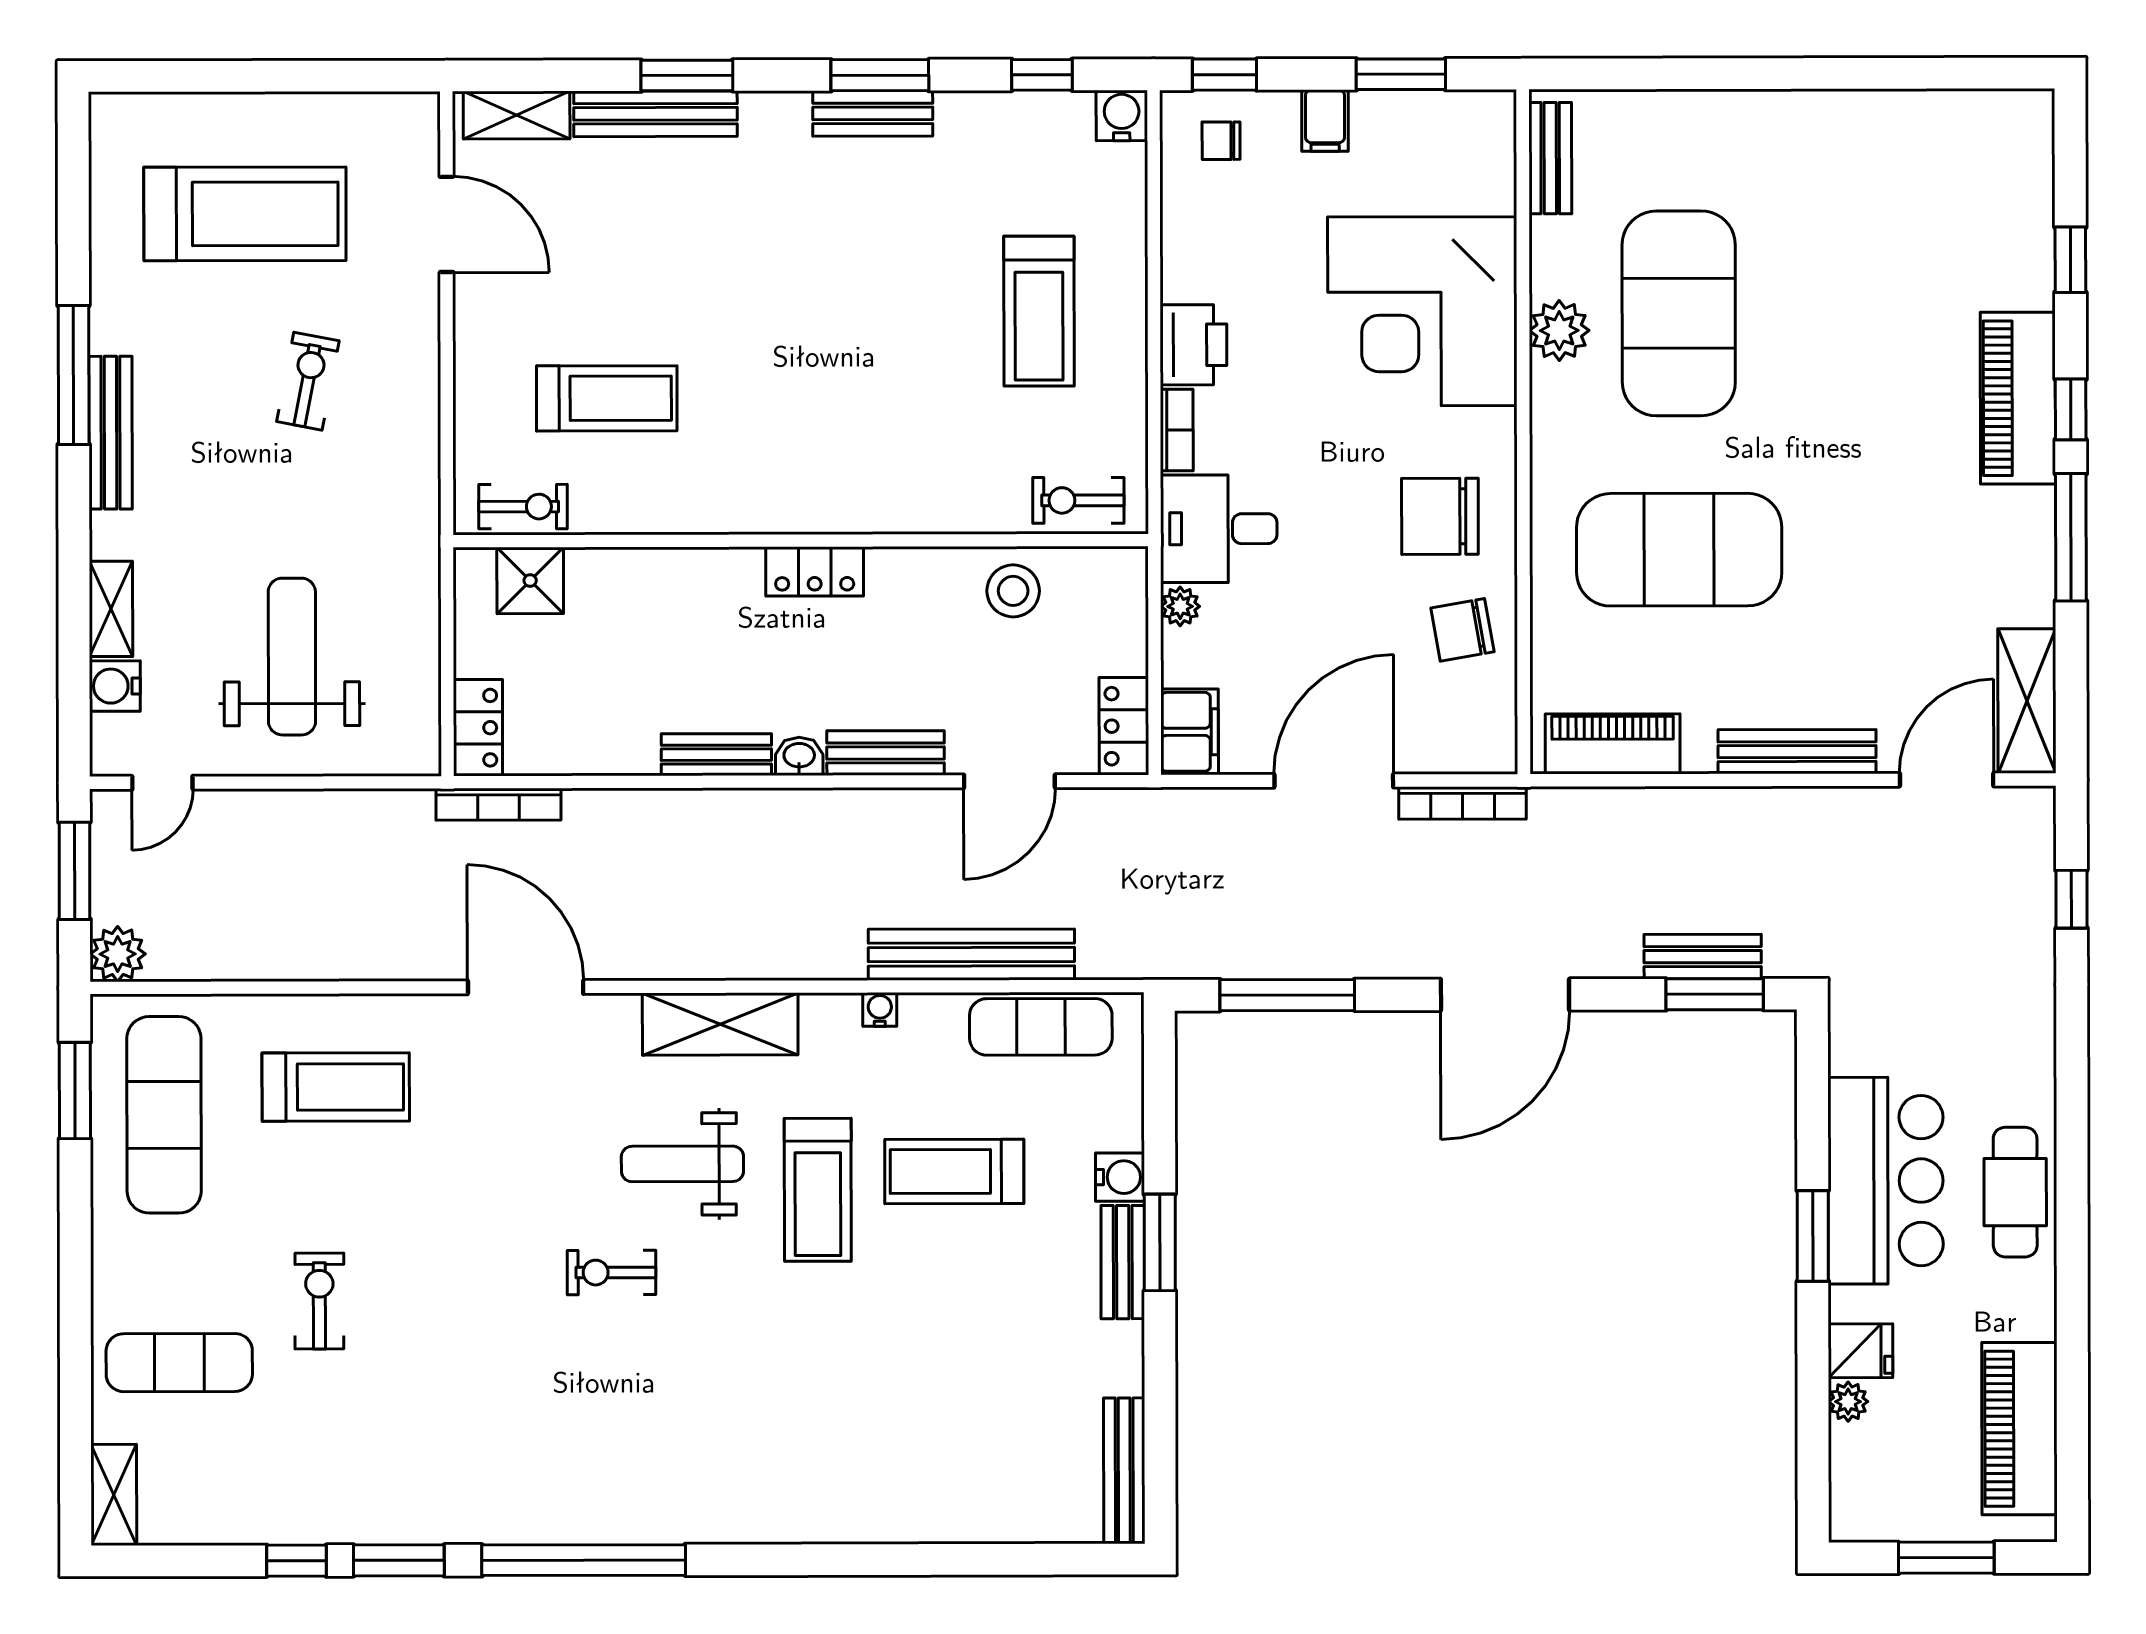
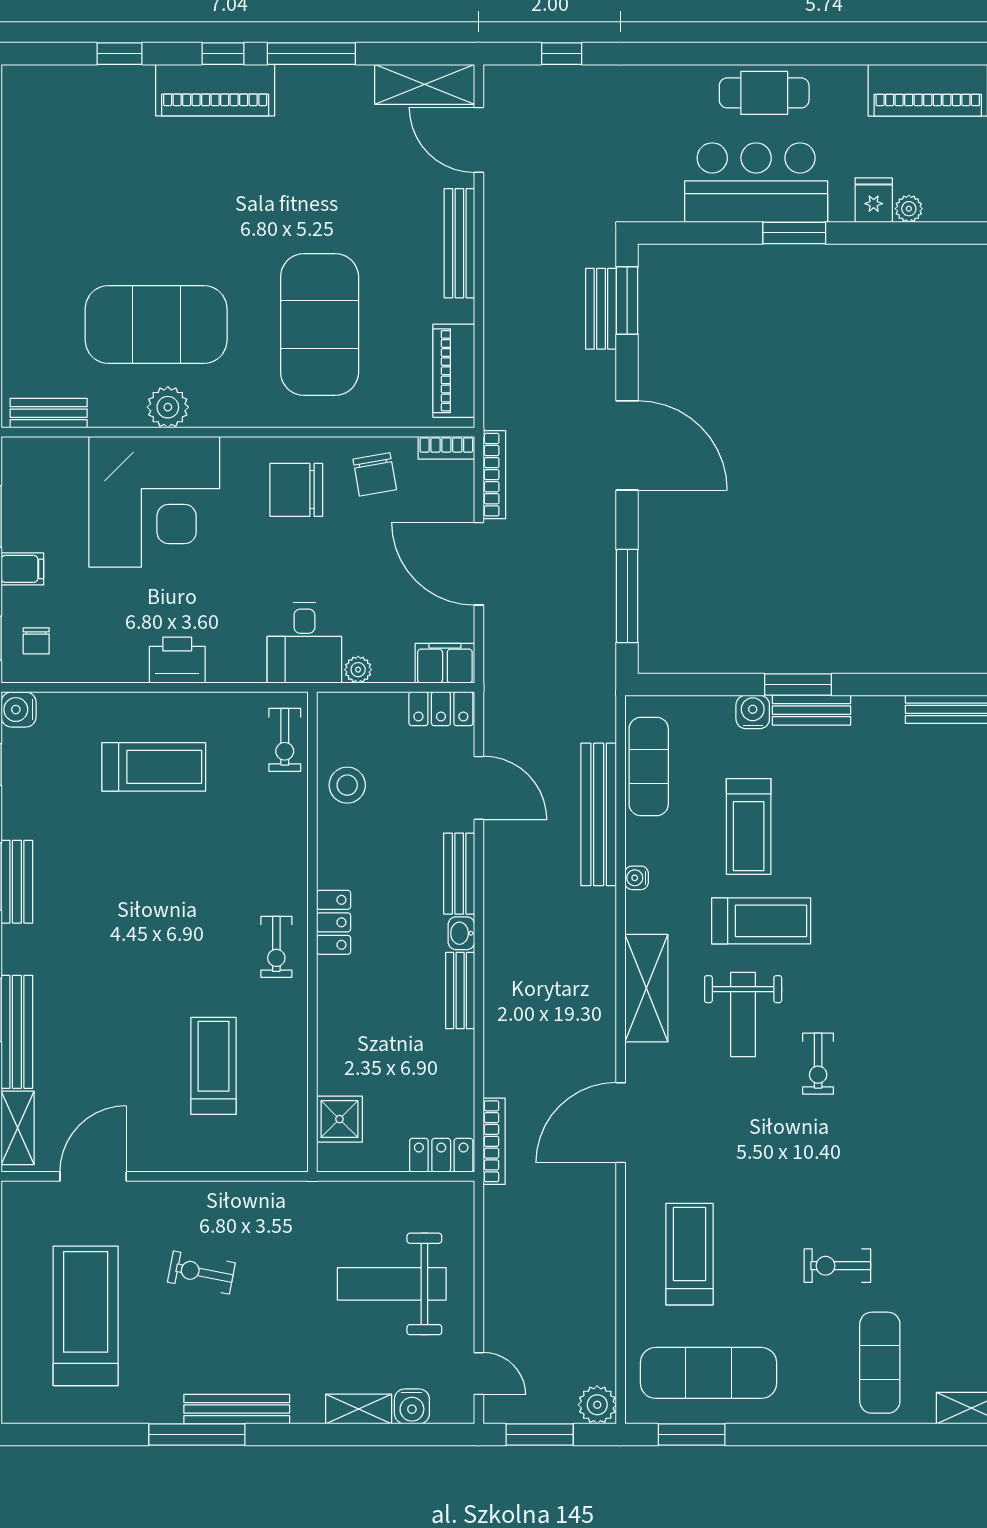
bookcase: (1177, 430) -> (446, 448), moved, turned 180
exercise bike: (523, 507) -> (276, 947), moved, turned 180
chair: (1440, 516) -> (296, 490), turned 90

